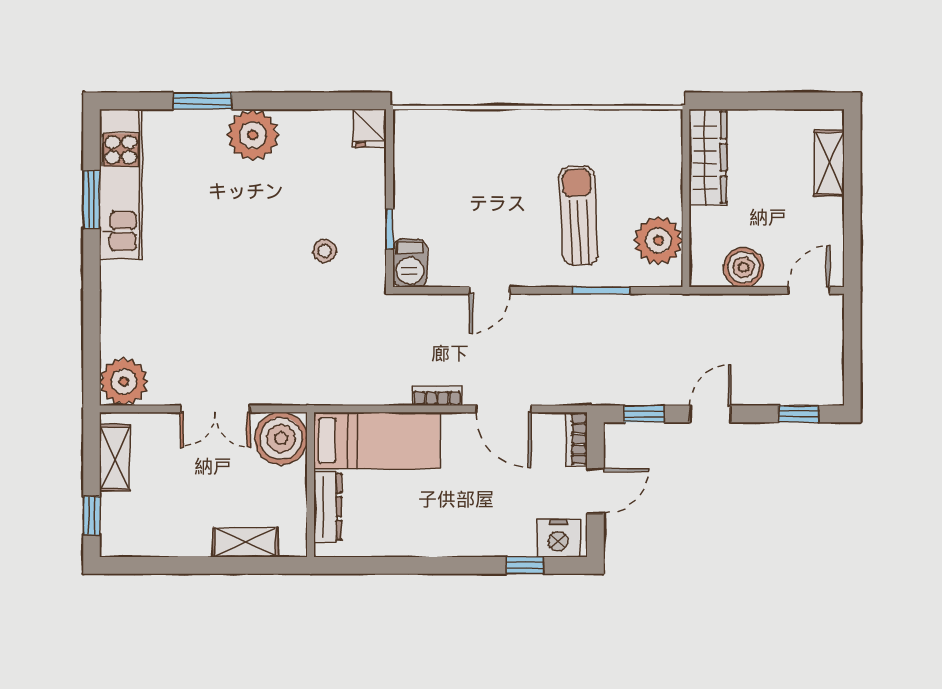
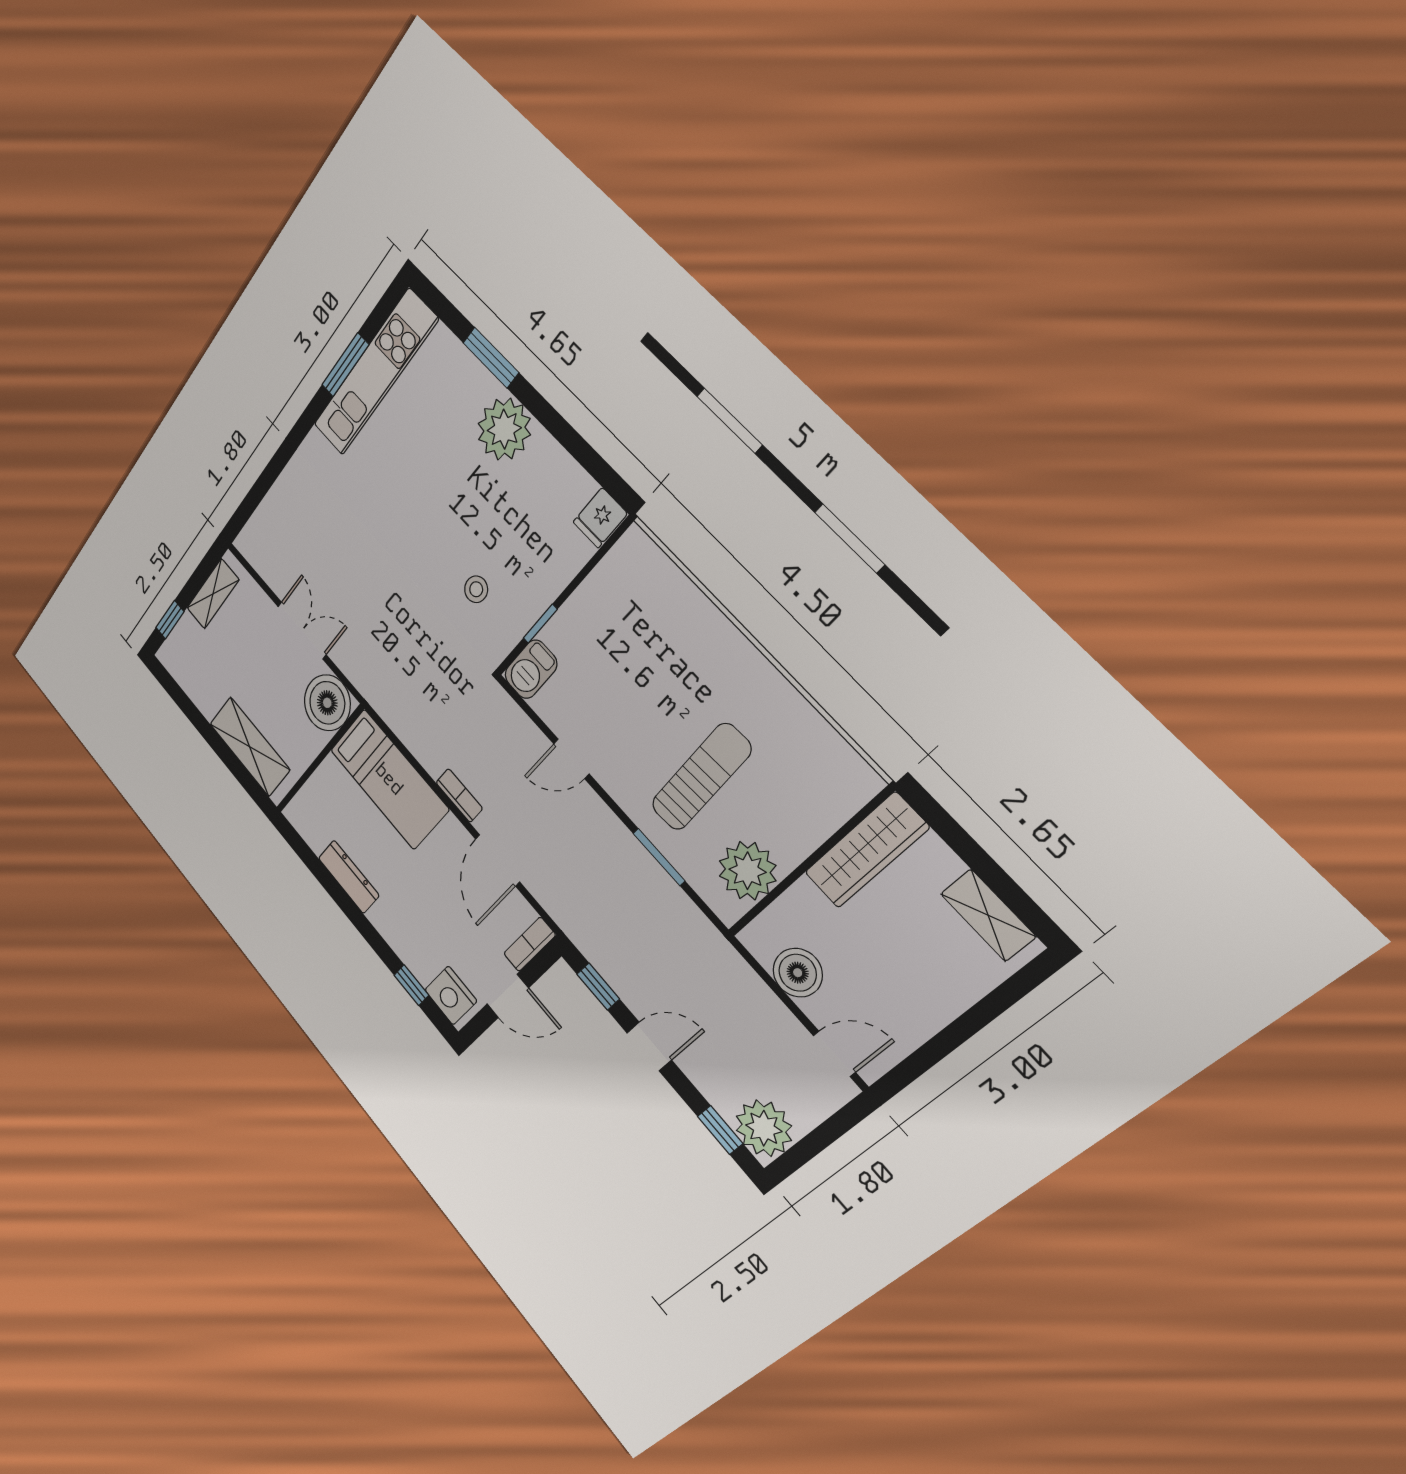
shelving: (829, 163) -> (988, 915), moved, turned 90
plant: (124, 382) -> (764, 1128), moved
double door: (215, 409) -> (302, 631), swing flipped
dresser: (328, 507) -> (349, 877), moved, turned -90
shelving: (245, 542) -> (250, 747), width x1.50, depth x1.33

